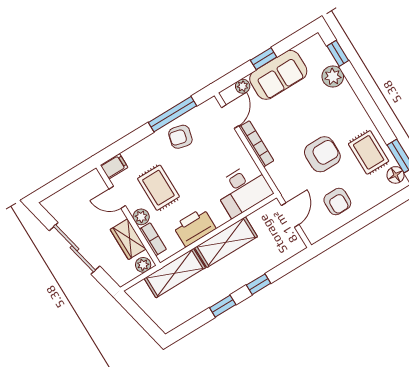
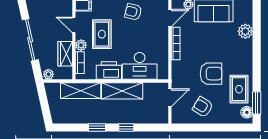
window: (338, 53) -> (257, 19), removed
desk: (243, 190) -> (140, 66), moved
armchair: (337, 201) -> (203, 107), turned 121
plant: (143, 265) -> (48, 74), moved

